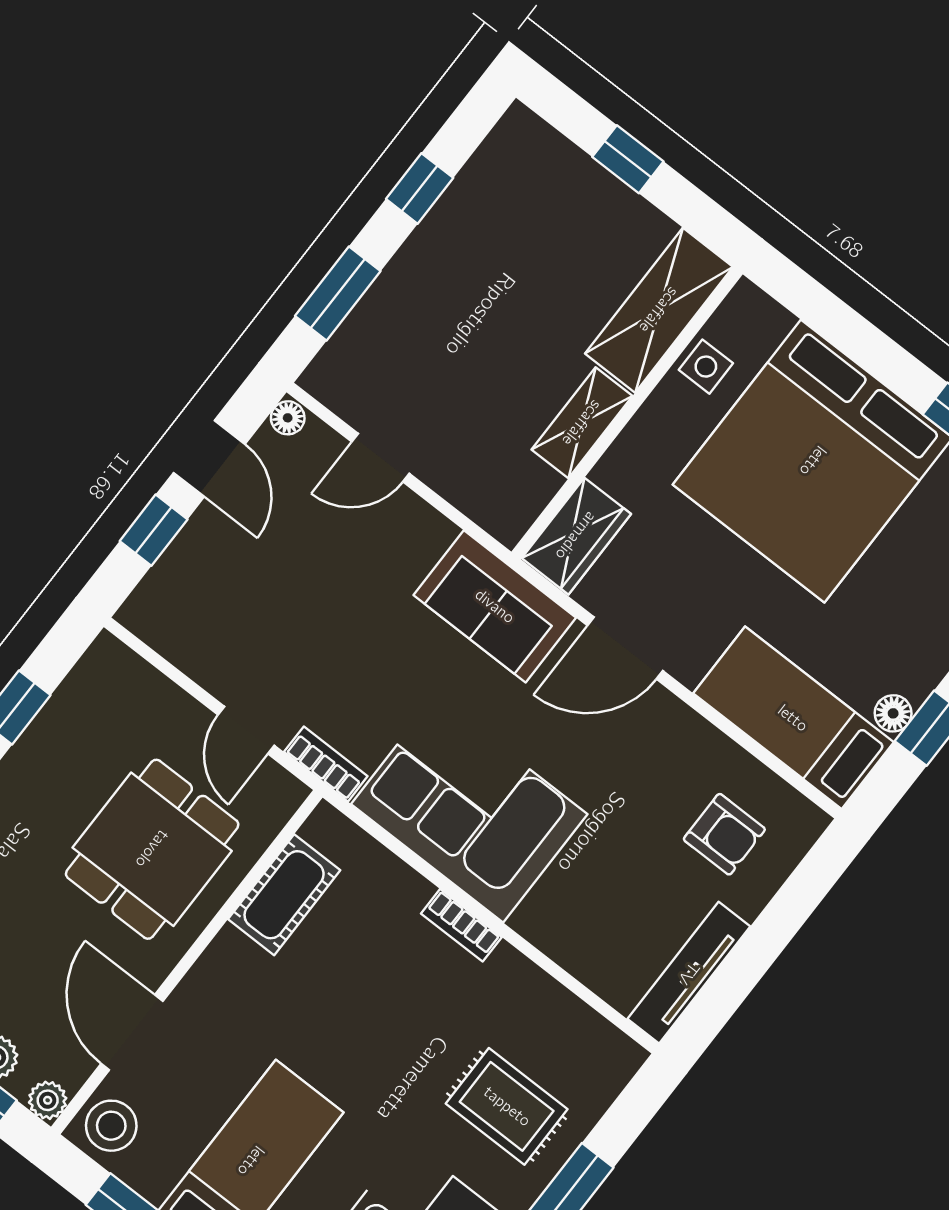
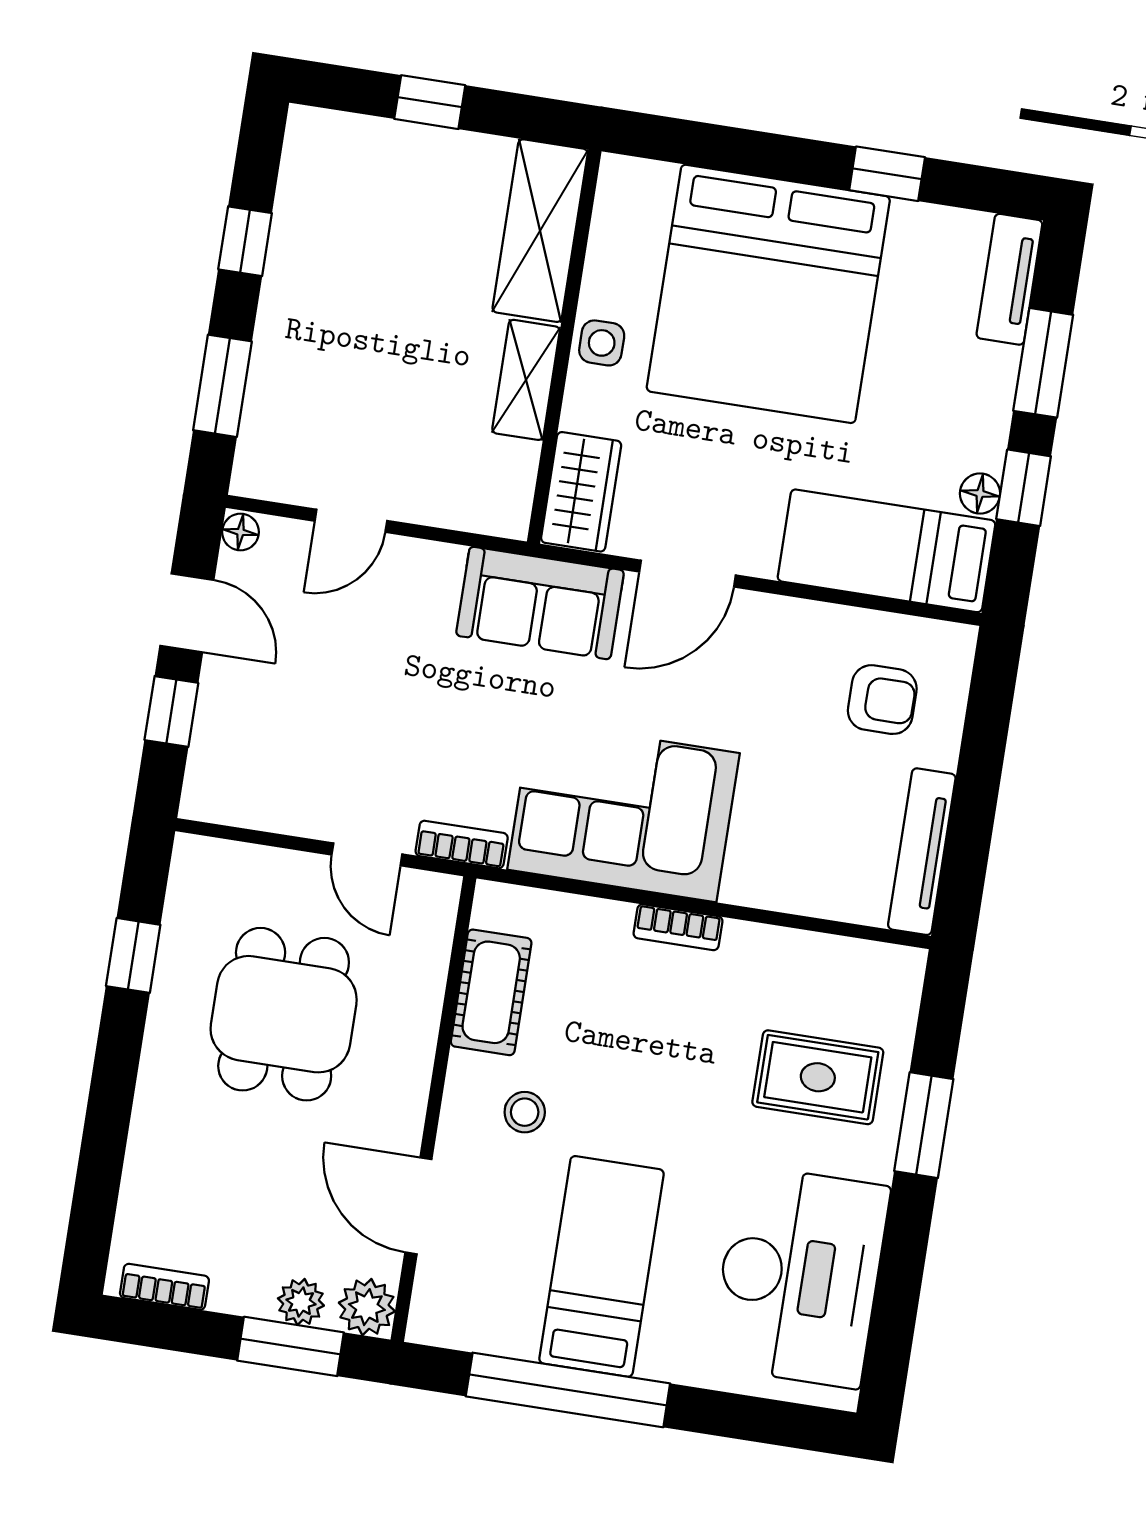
side table: (706, 367) -> (602, 343), moved
dining table: (152, 849) -> (284, 1014), moved
plant: (48, 1100) -> (367, 1307), width x1.38, depth x1.38
stool: (111, 1126) -> (525, 1112), moved, width x0.73, depth x0.73

